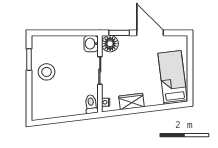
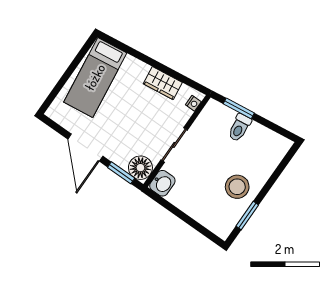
toilet: (91, 104) -> (239, 128), moved
window: (77, 118) -> (239, 108), added

